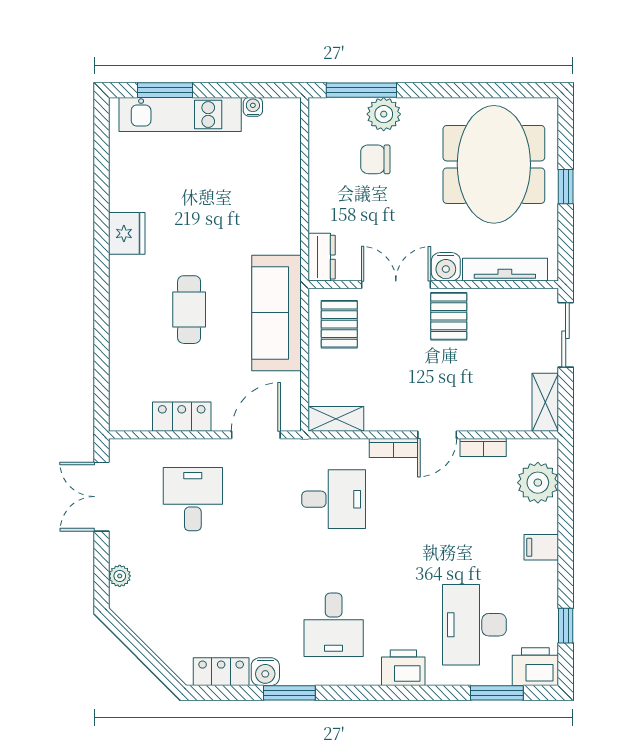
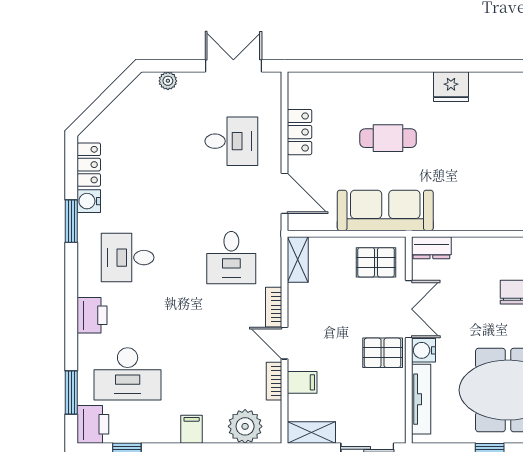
filing cabinet: (485, 414) -> (302, 382), added
desk: (474, 625) -> (128, 374), turned 180

